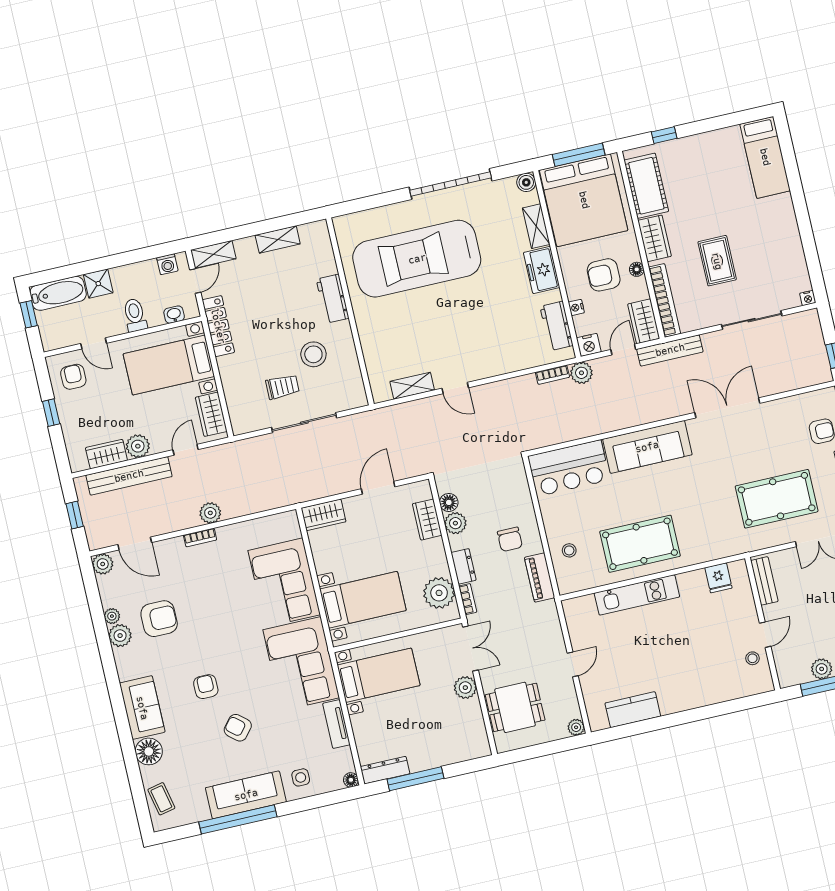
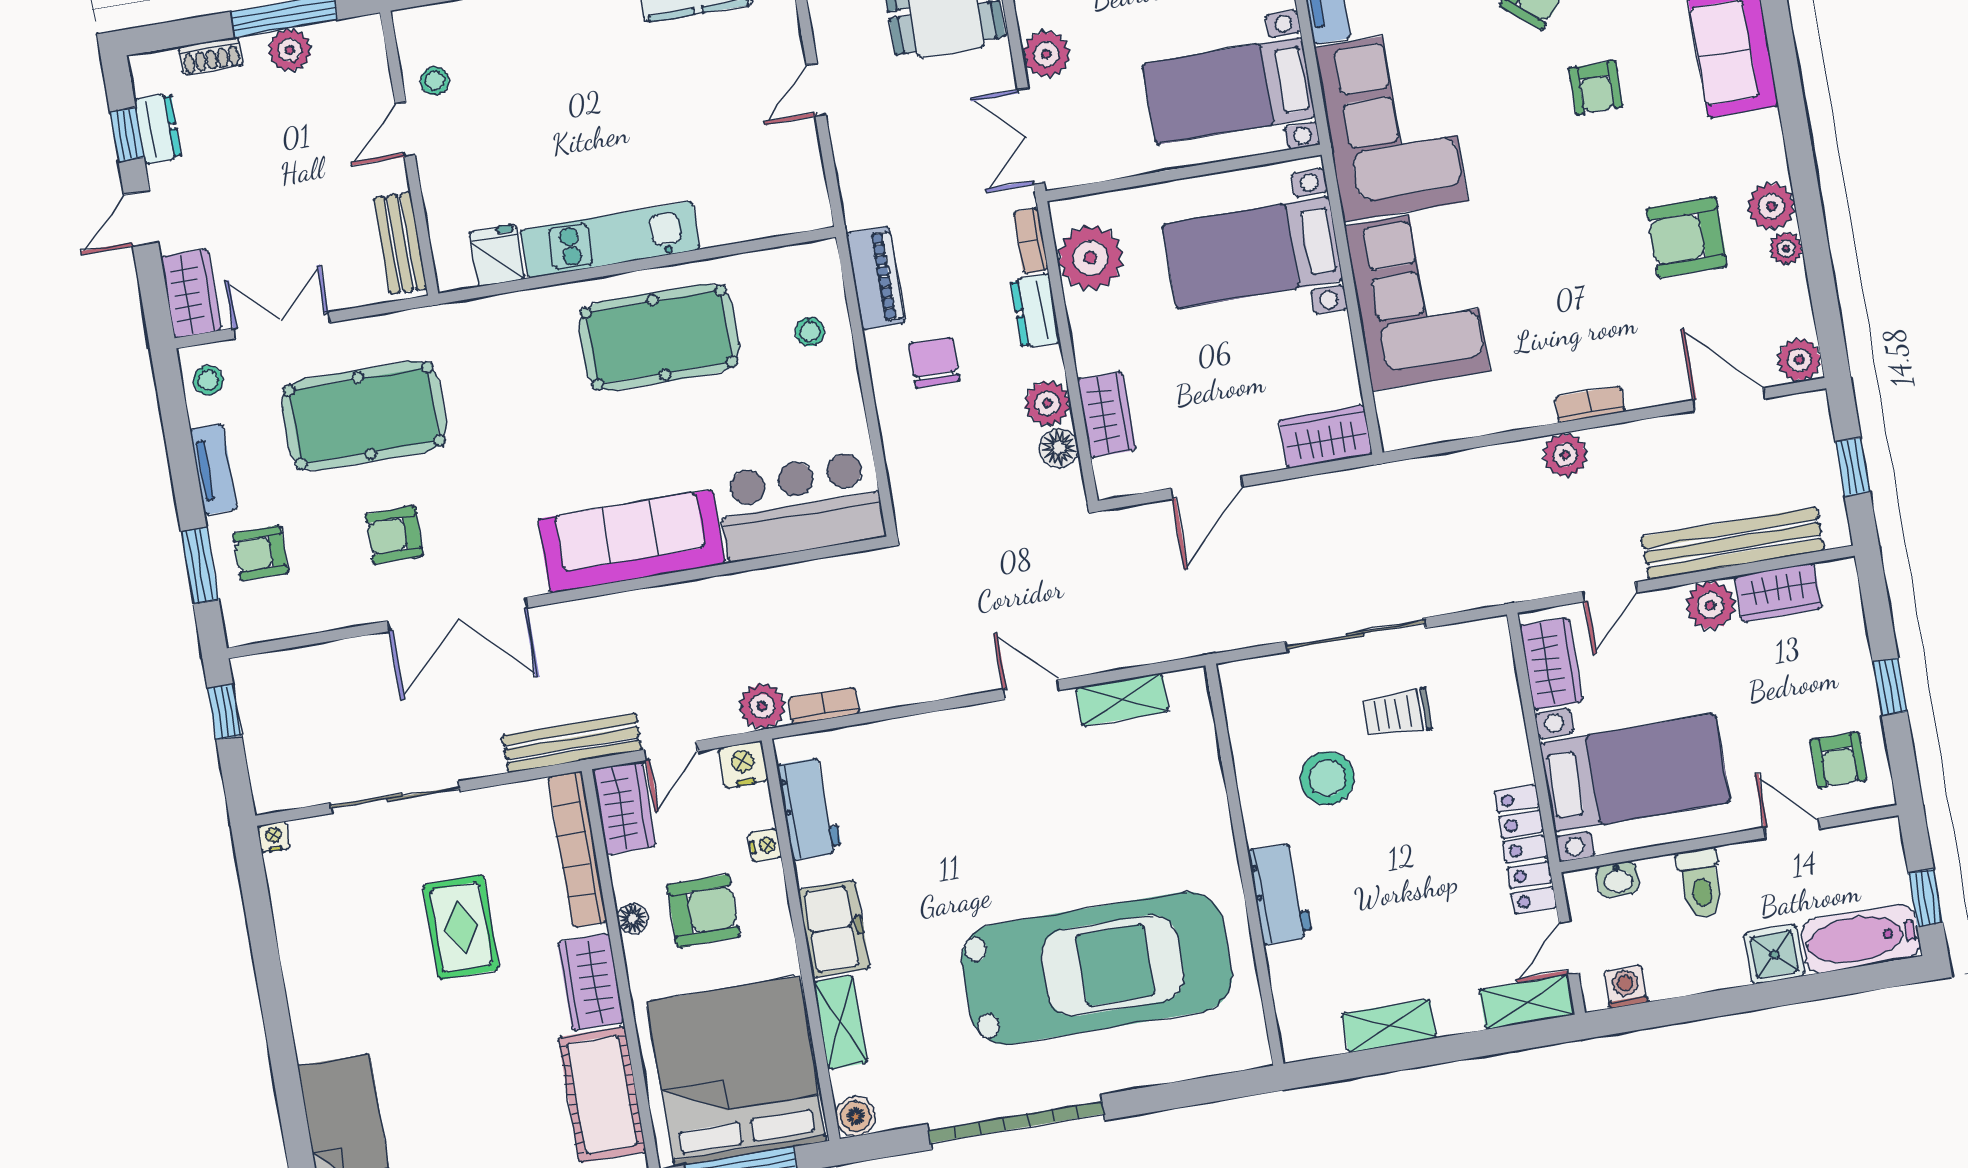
armchair: (759, 443) -> (394, 535), added
kitchen unit: (637, 595) -> (610, 240), moved

